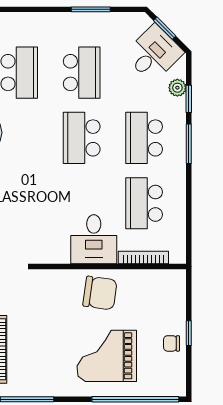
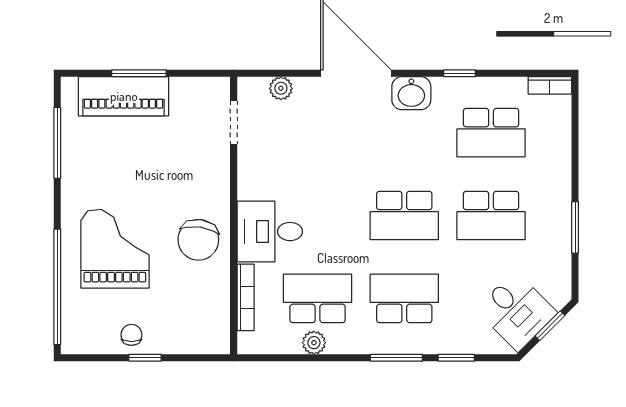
plant: (177, 88) -> (314, 343), moved
school desk: (82, 138) -> (404, 216), turned 180

